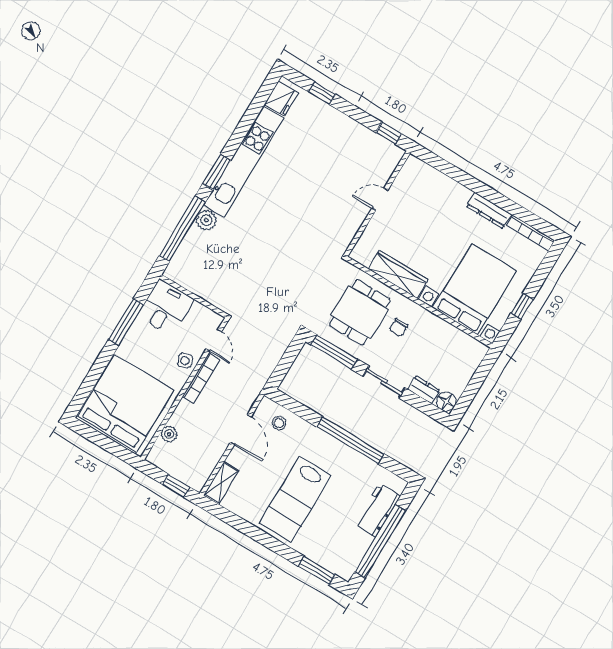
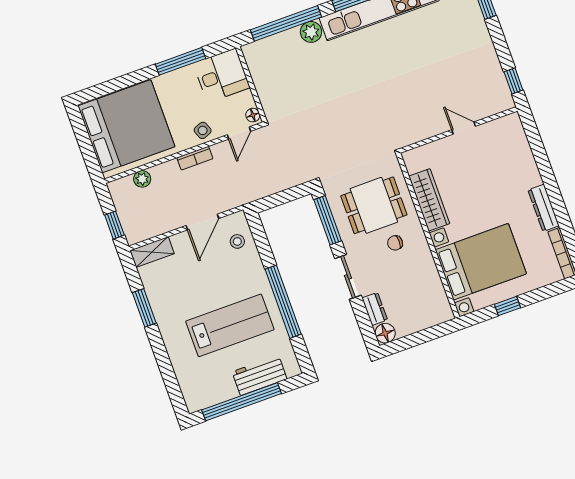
floor lamp: (213, 318) -> (253, 115), added
bookcase: (201, 378) -> (195, 158), width x0.64
lab bench: (295, 500) -> (230, 325), moved, turned 180
window: (317, 570) -> (144, 308), moved

